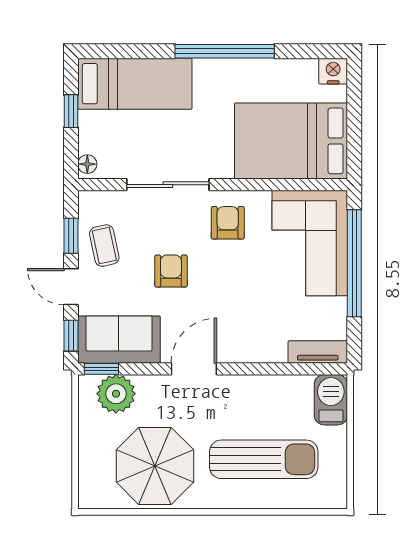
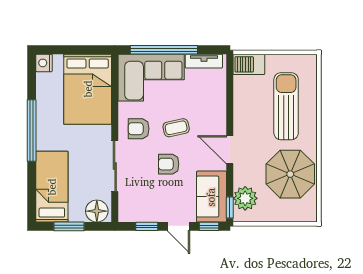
window: (71, 111) -> (69, 226), width x1.50
floor lamp: (87, 164) -> (97, 211), width x1.89, depth x1.89
coffee table: (104, 246) -> (176, 128), moved
door: (71, 287) -> (178, 226), hinge flipped
tv unit: (318, 352) -> (204, 61), moved, turned -90

